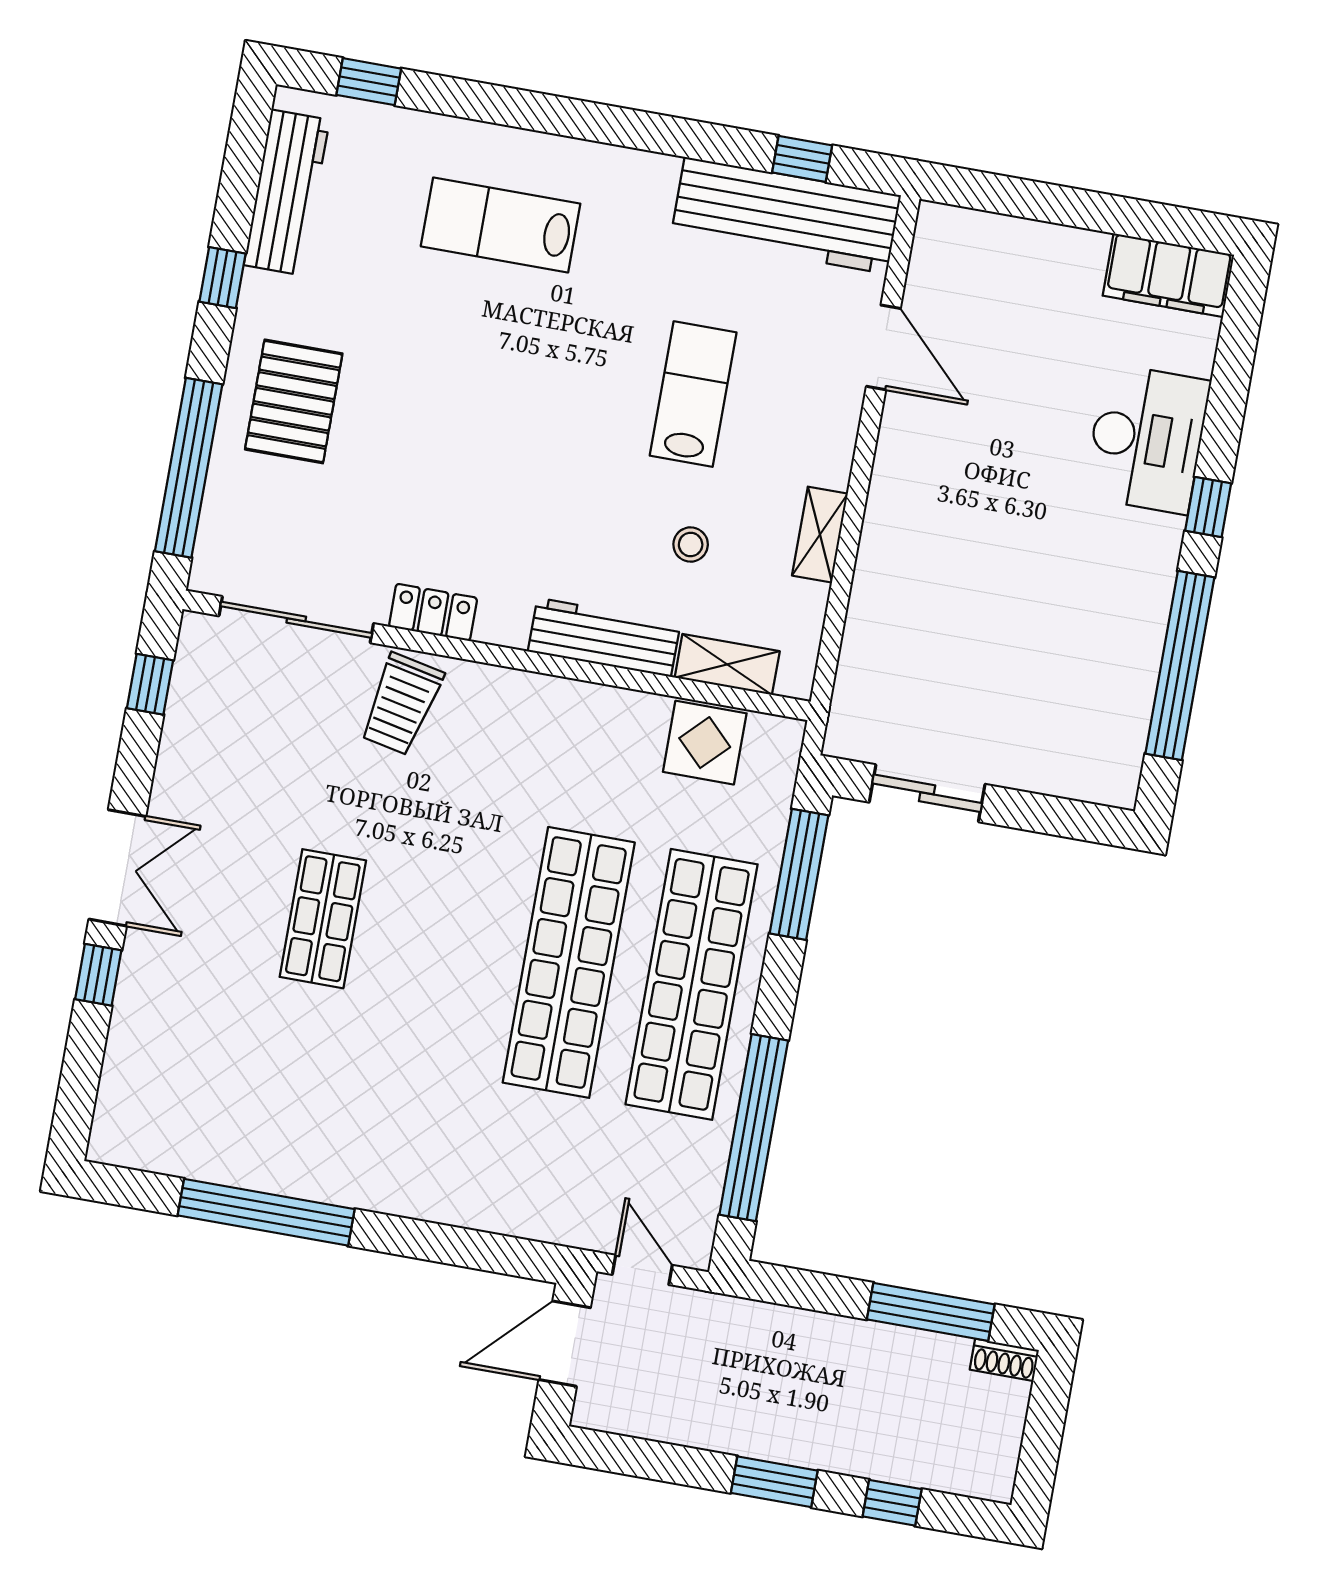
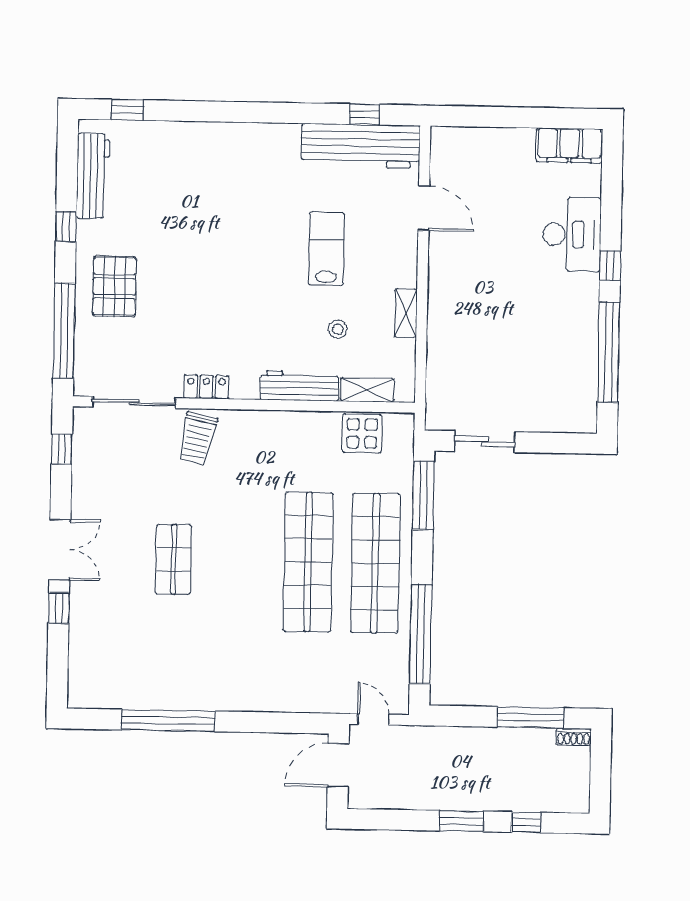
lab bench: (501, 225) -> (210, 175), removed

